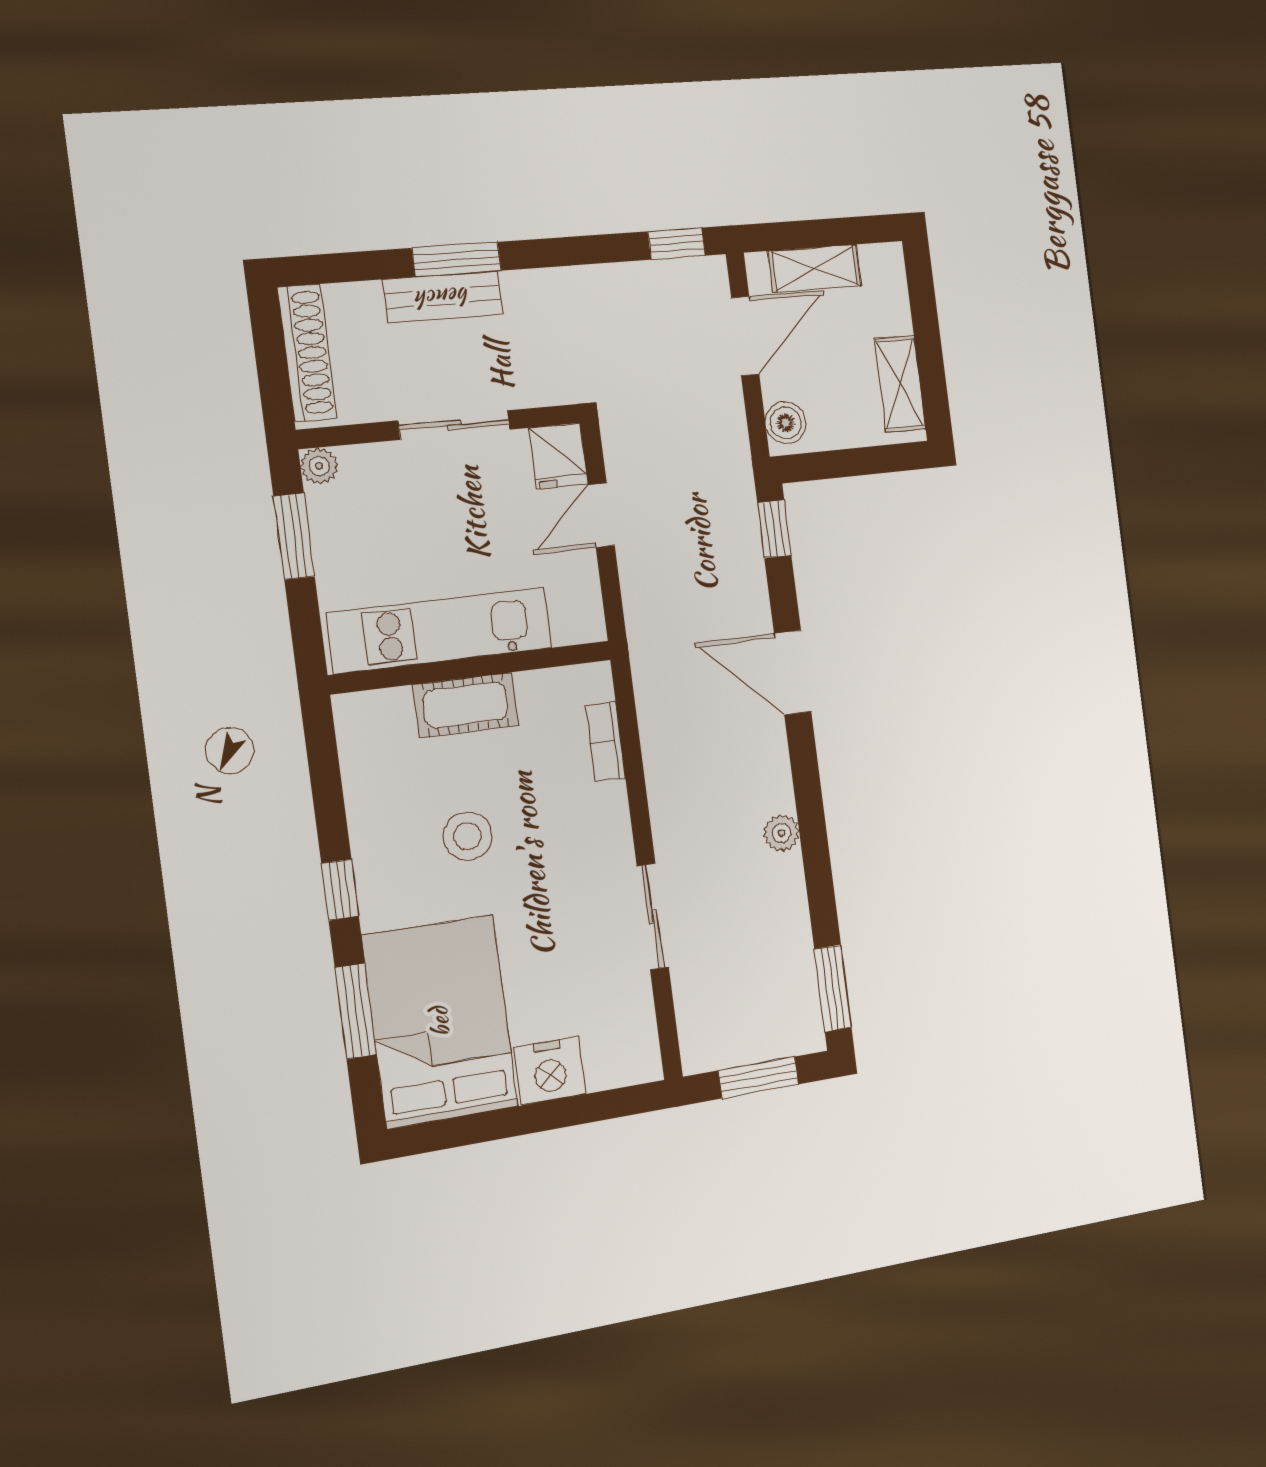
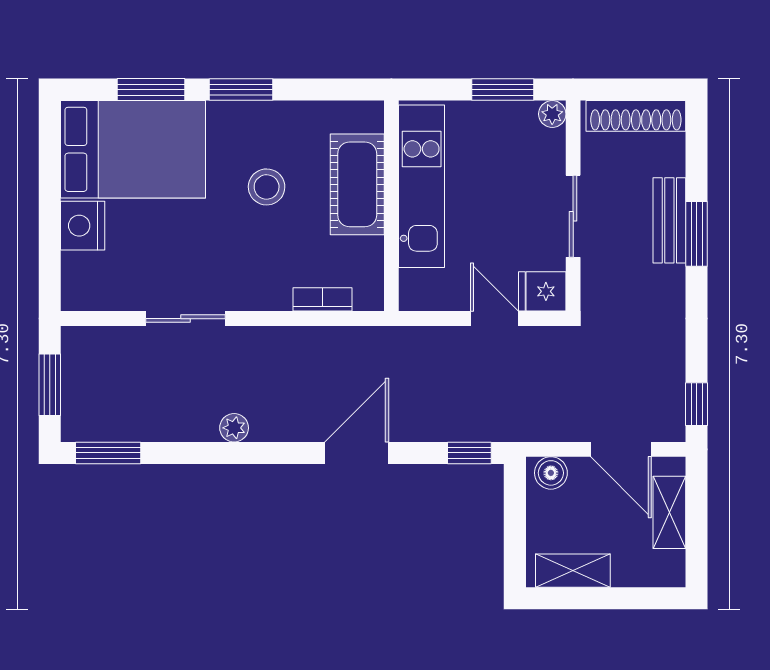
cot: (466, 705) -> (357, 184), width x1.37, depth x1.34
window: (340, 890) -> (241, 90), width x1.50

